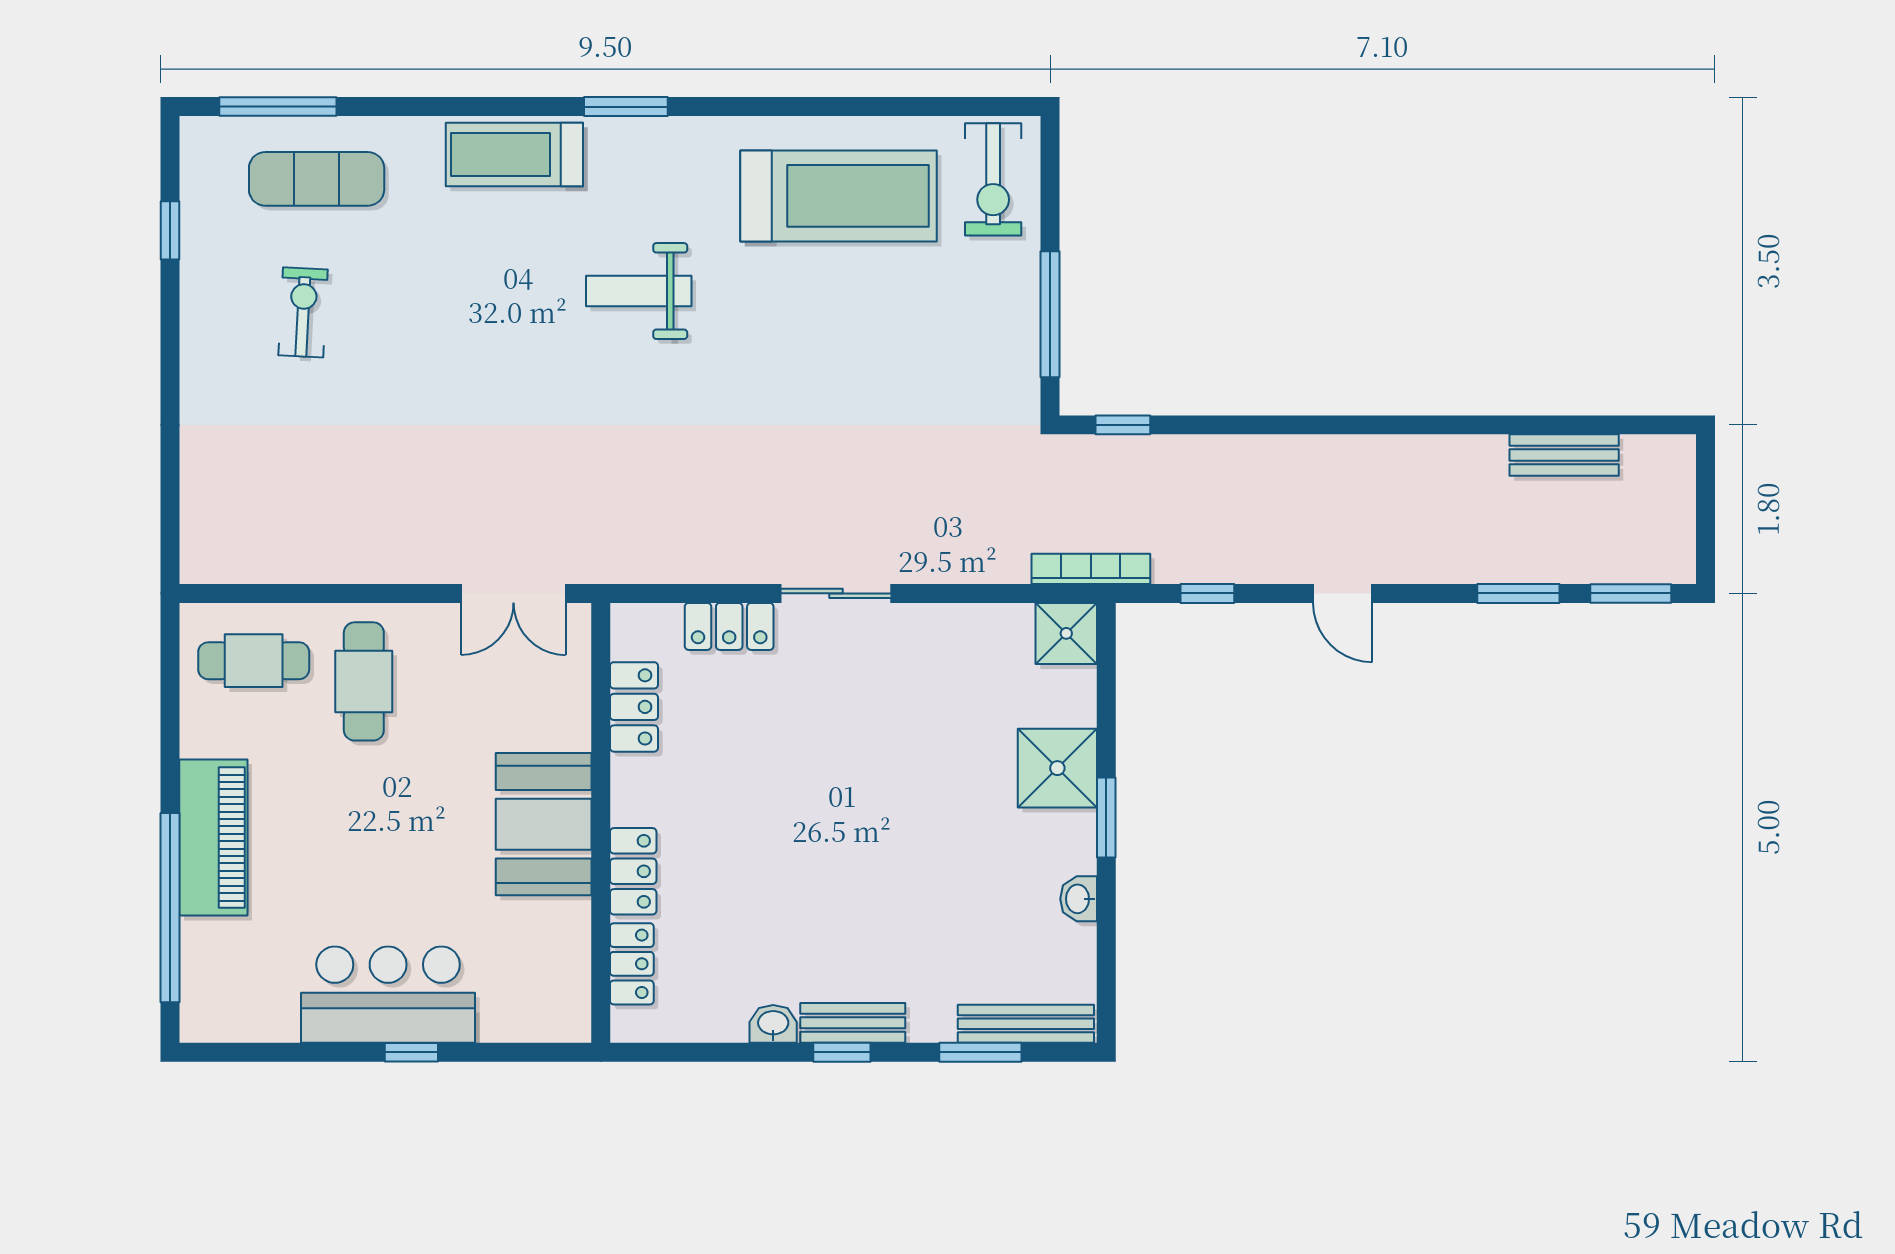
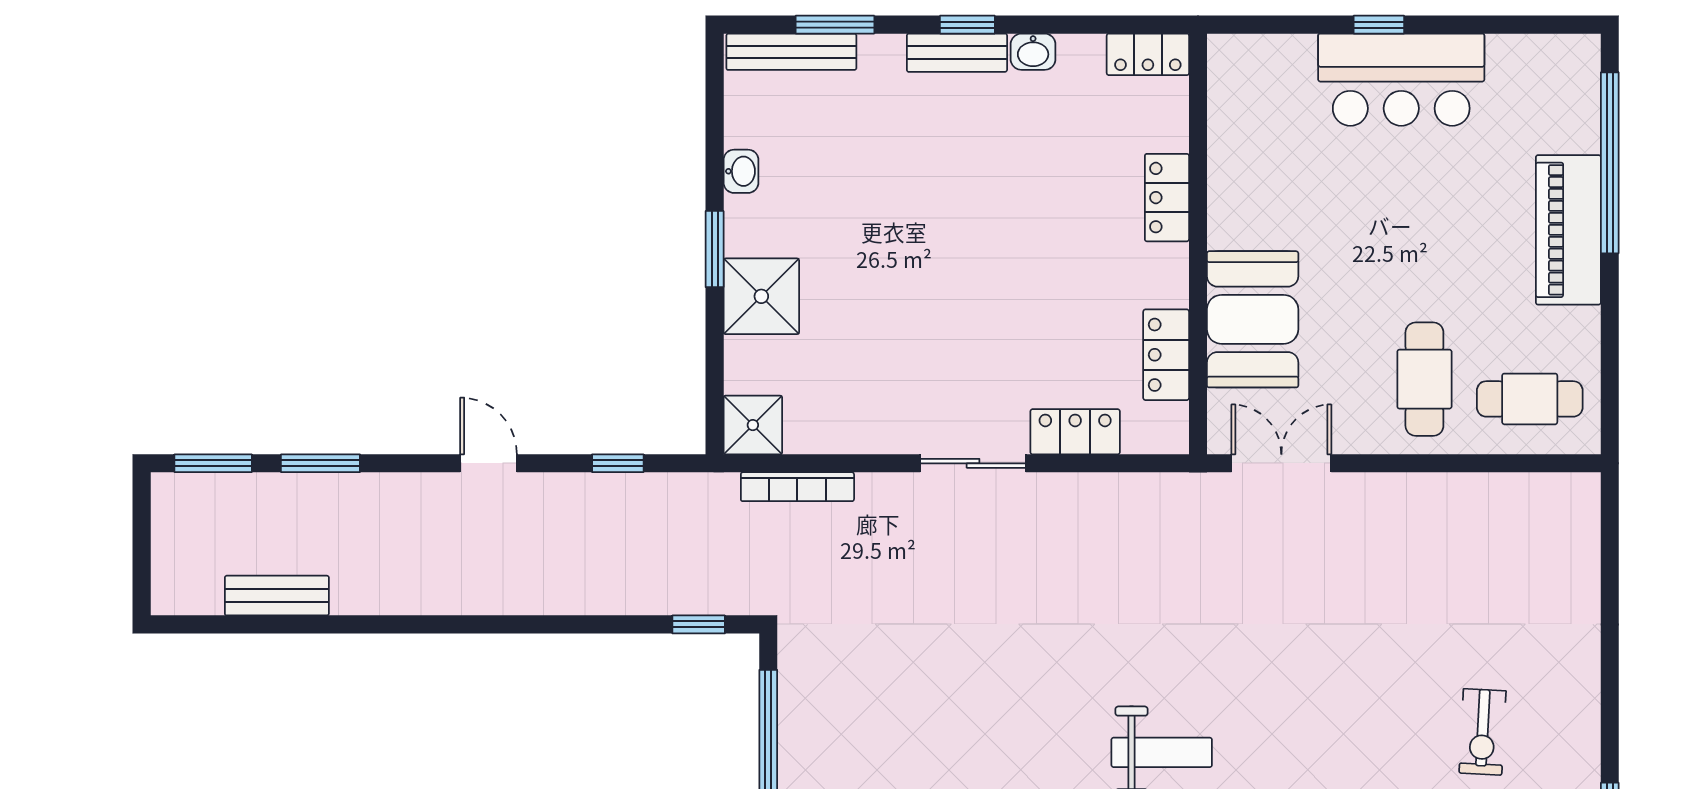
bookcase: (1091, 569) -> (797, 487), moved
booth: (544, 824) -> (1253, 319), moved
locker: (632, 964) -> (1148, 54), moved, turned -90

